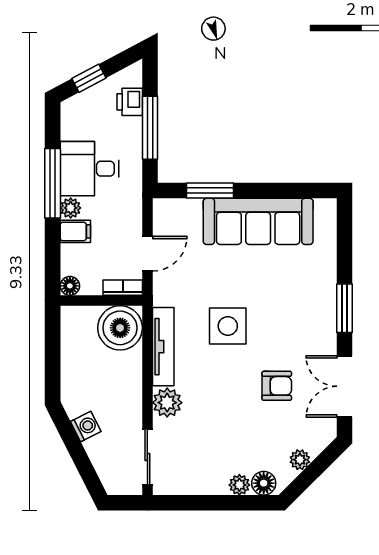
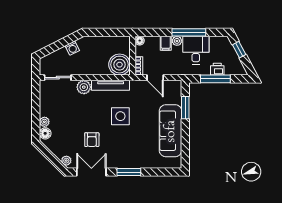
printer: (130, 102) -> (217, 69), moved
plant: (300, 460) -> (66, 161), moved

